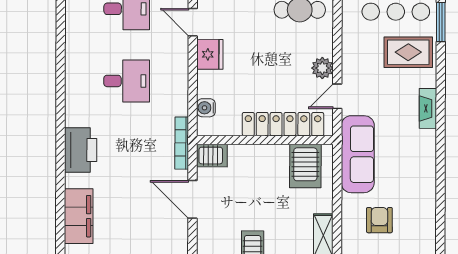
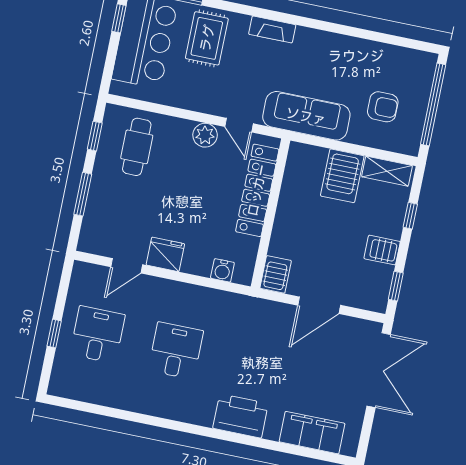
bookcase: (182, 143) -> (255, 304), removed
server rack: (305, 166) -> (342, 176), moved, turned 90
armchair: (379, 220) -> (383, 107), turned 180

